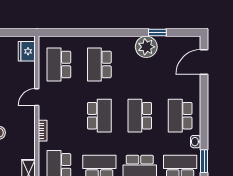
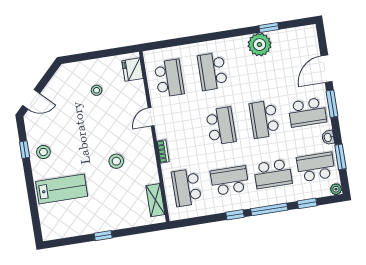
door: (204, 62) -> (326, 69), moved
school desk: (59, 64) -> (169, 78), turned 180
window: (204, 111) -> (332, 104), added
school desk: (180, 116) -> (307, 112), turned -90

